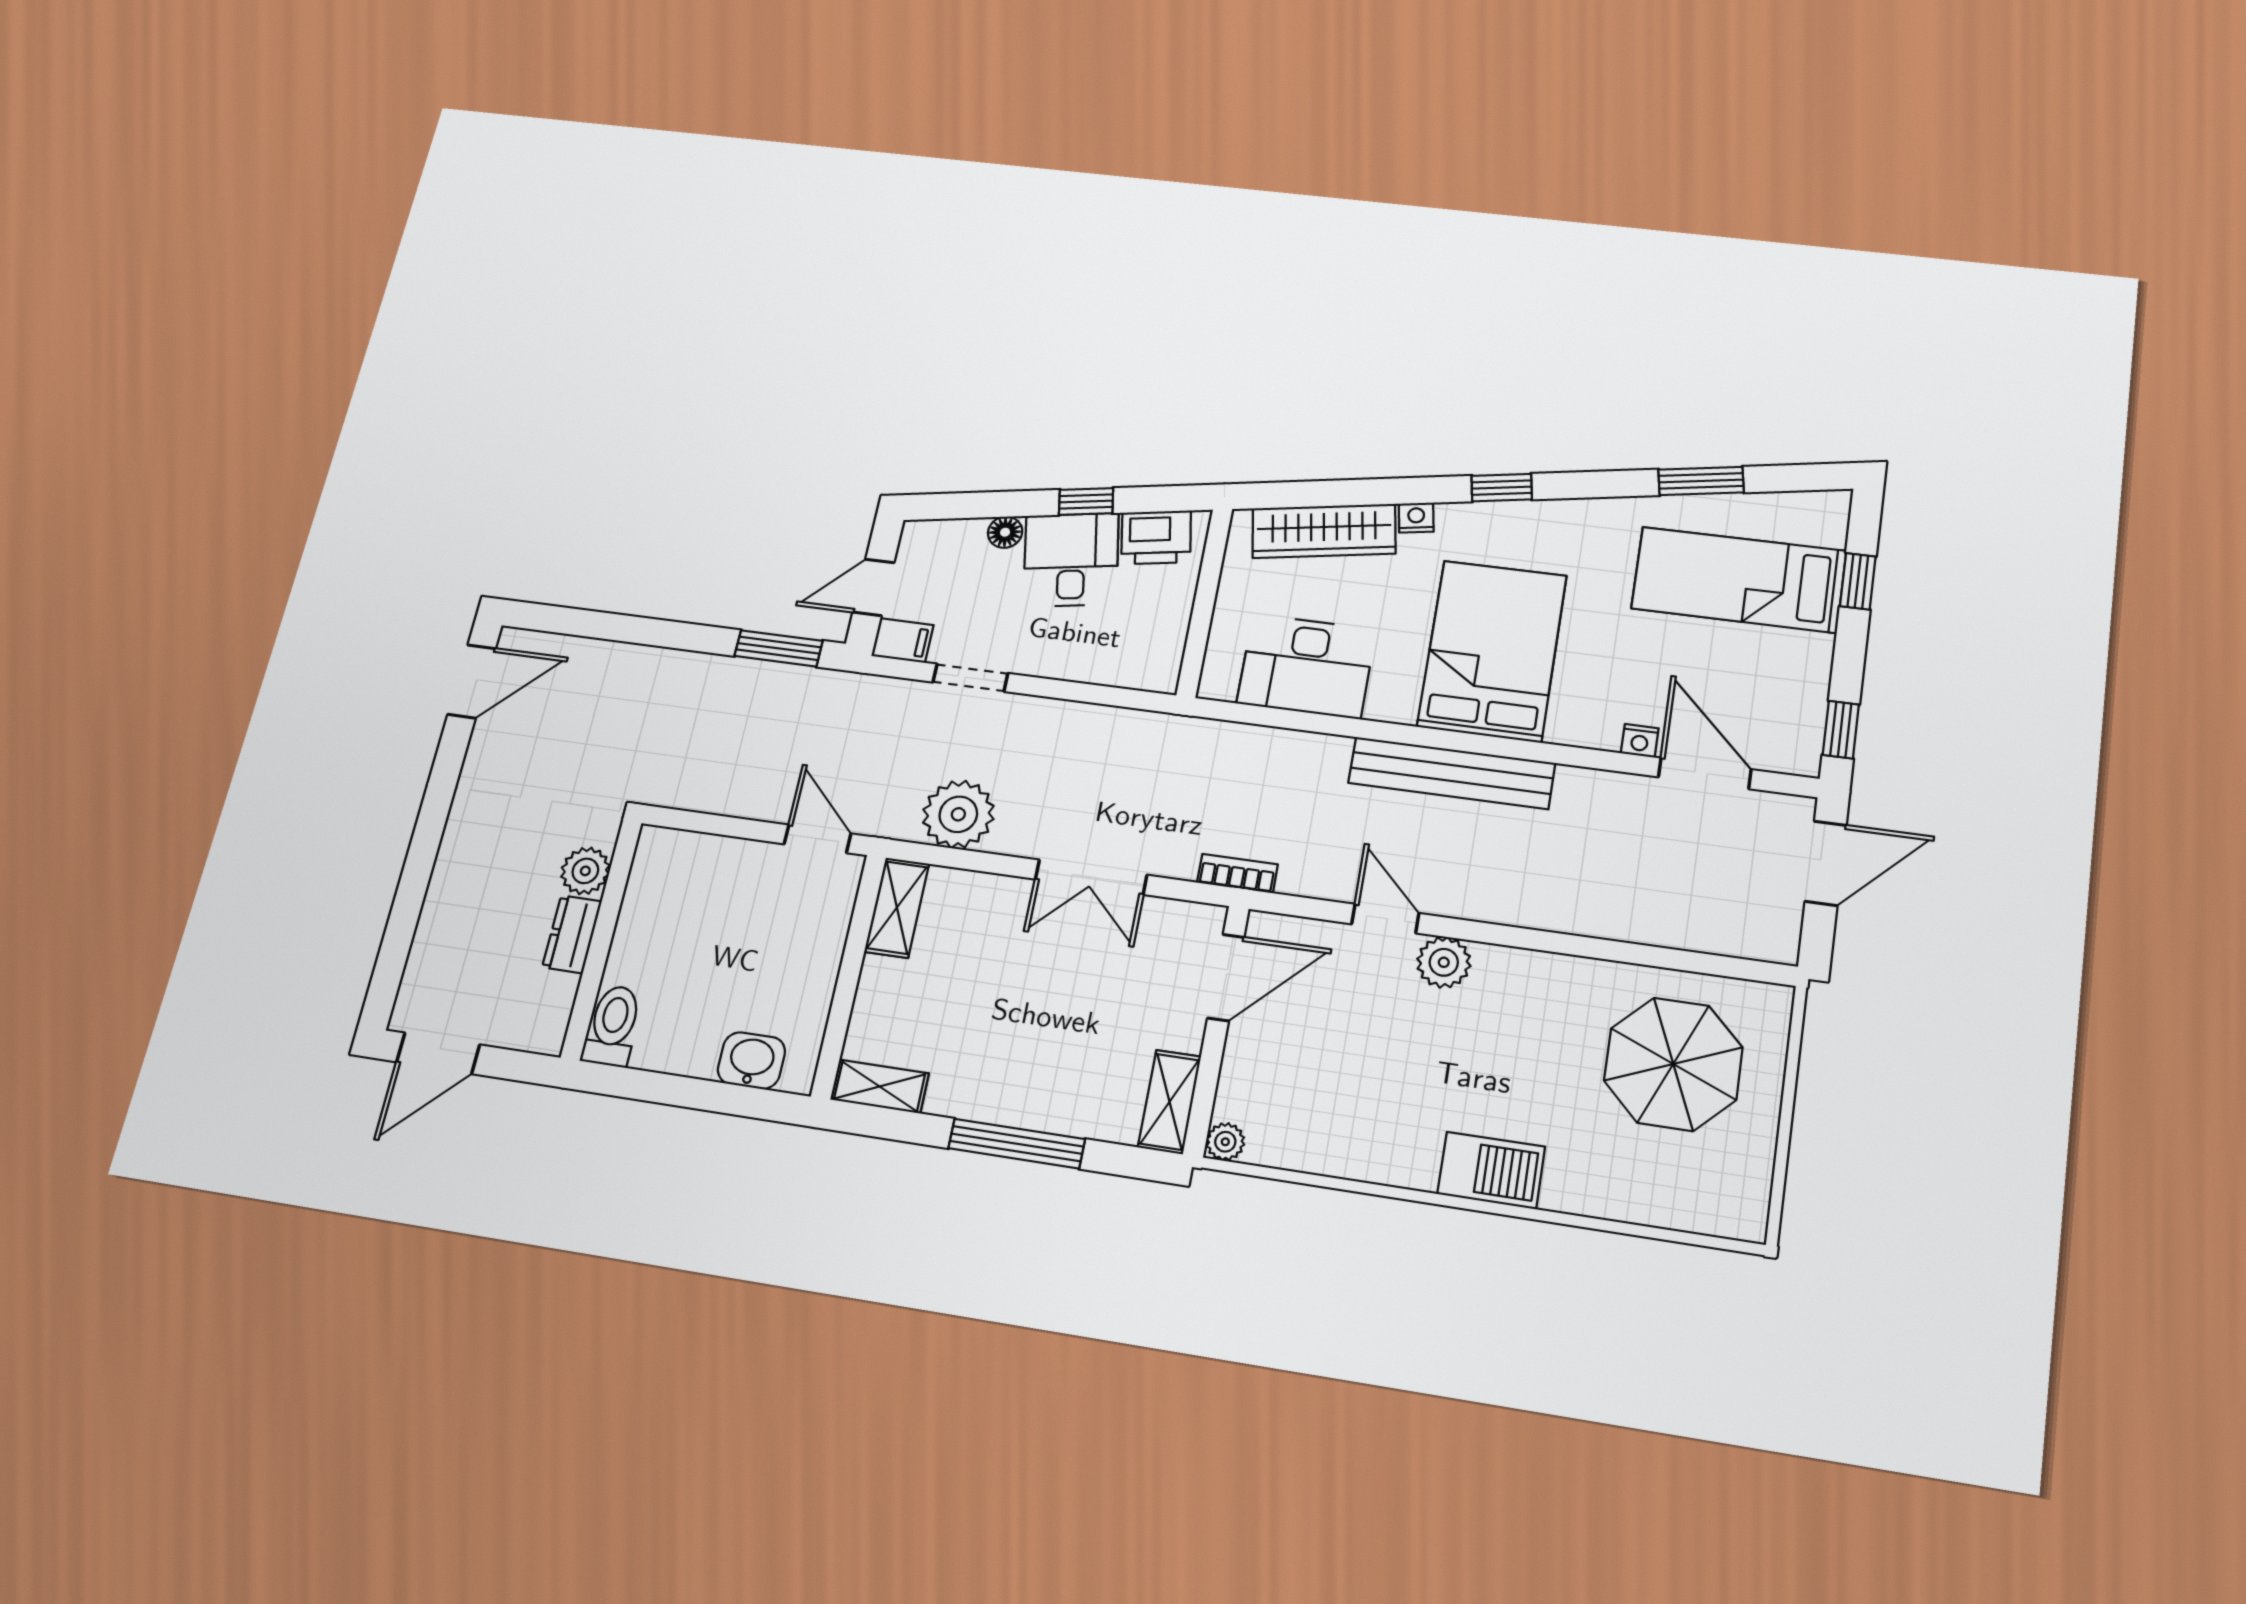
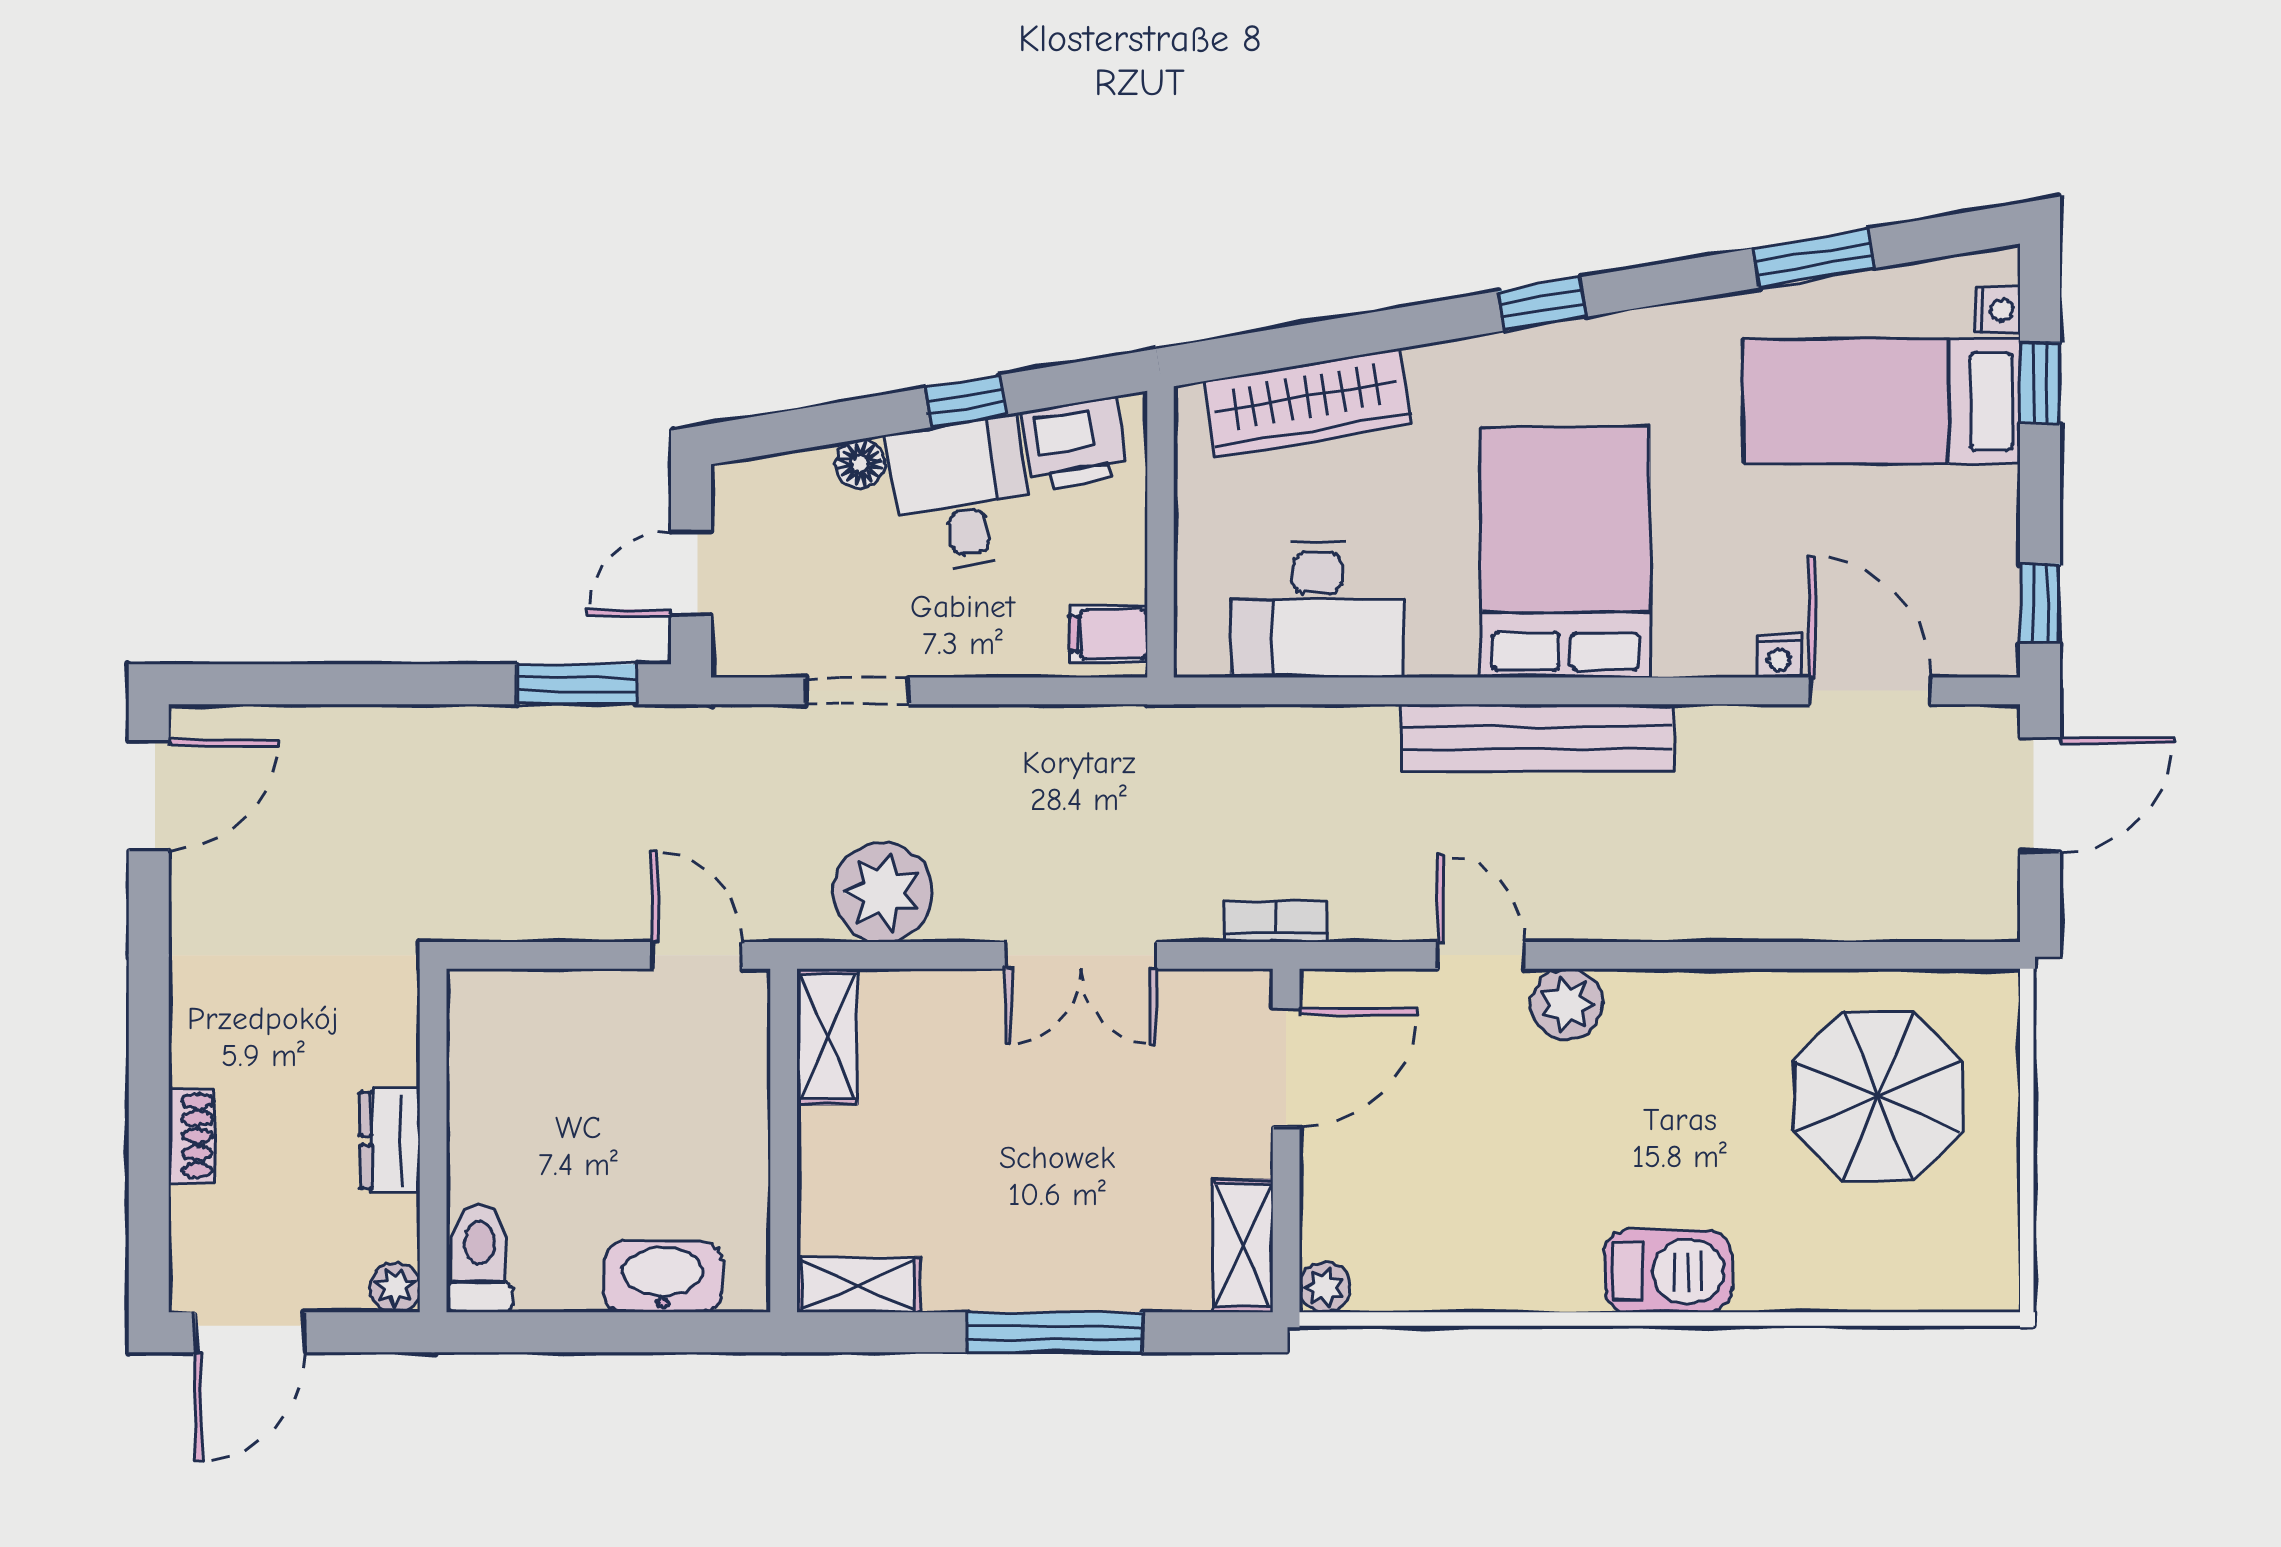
nightstand: (1416, 518) -> (1998, 310), moved, turned 100
filing cabinet: (902, 640) -> (1108, 634), moved, turned 180
plant: (585, 871) -> (395, 1287), moved, width x0.73, depth x0.73
shoe rack: (436, 911) -> (191, 1136), added
washbasin: (751, 1061) -> (663, 1276), width x1.38

